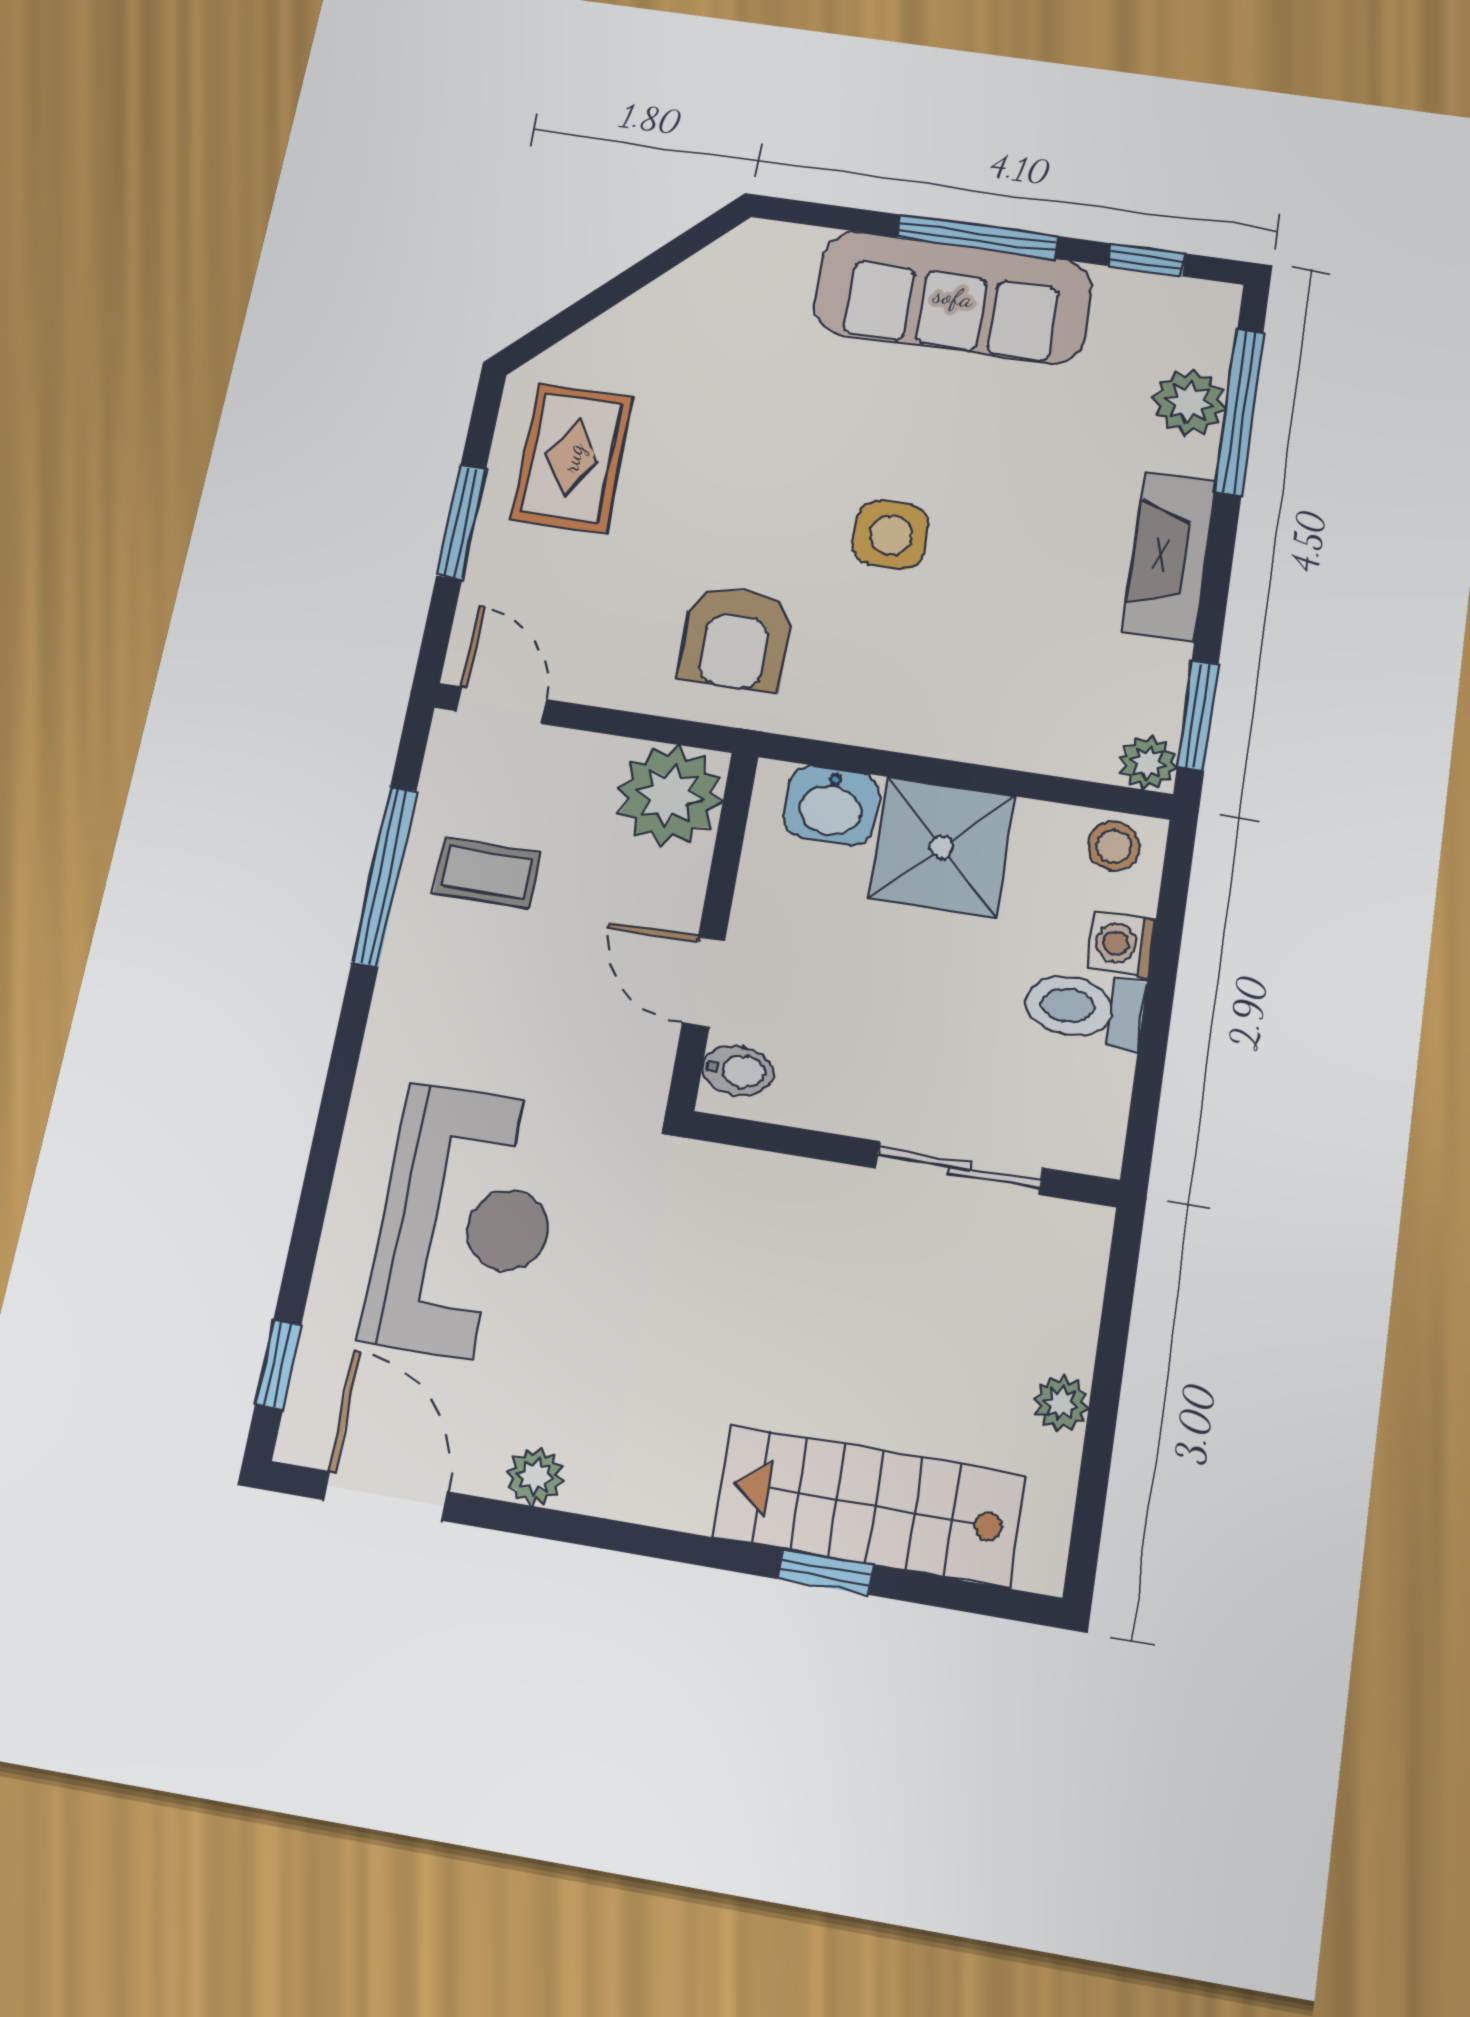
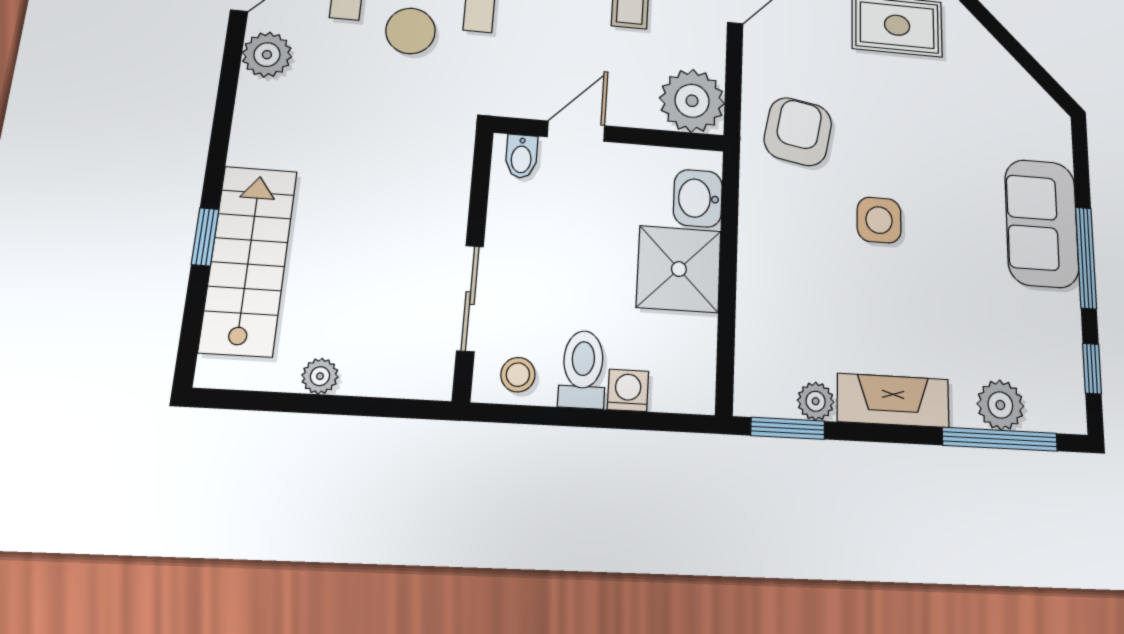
sofa: (953, 297) -> (1042, 223), width x0.73
armchair: (736, 638) -> (798, 132), turned 100
plant: (1148, 763) -> (816, 401), moved
stool: (1114, 846) -> (518, 375), moved
plant: (535, 1476) -> (267, 55), width x1.38, depth x1.38

